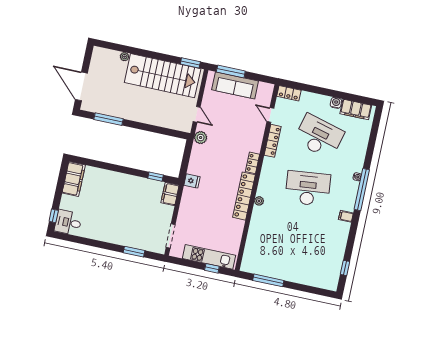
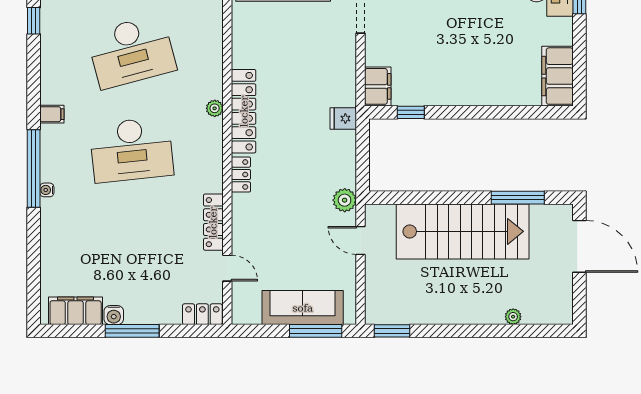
stairs: (163, 76) -> (463, 231), moved, turned 180
window: (328, 92) -> (132, 331), added
desk: (319, 136) -> (131, 52), moved, turned -30

